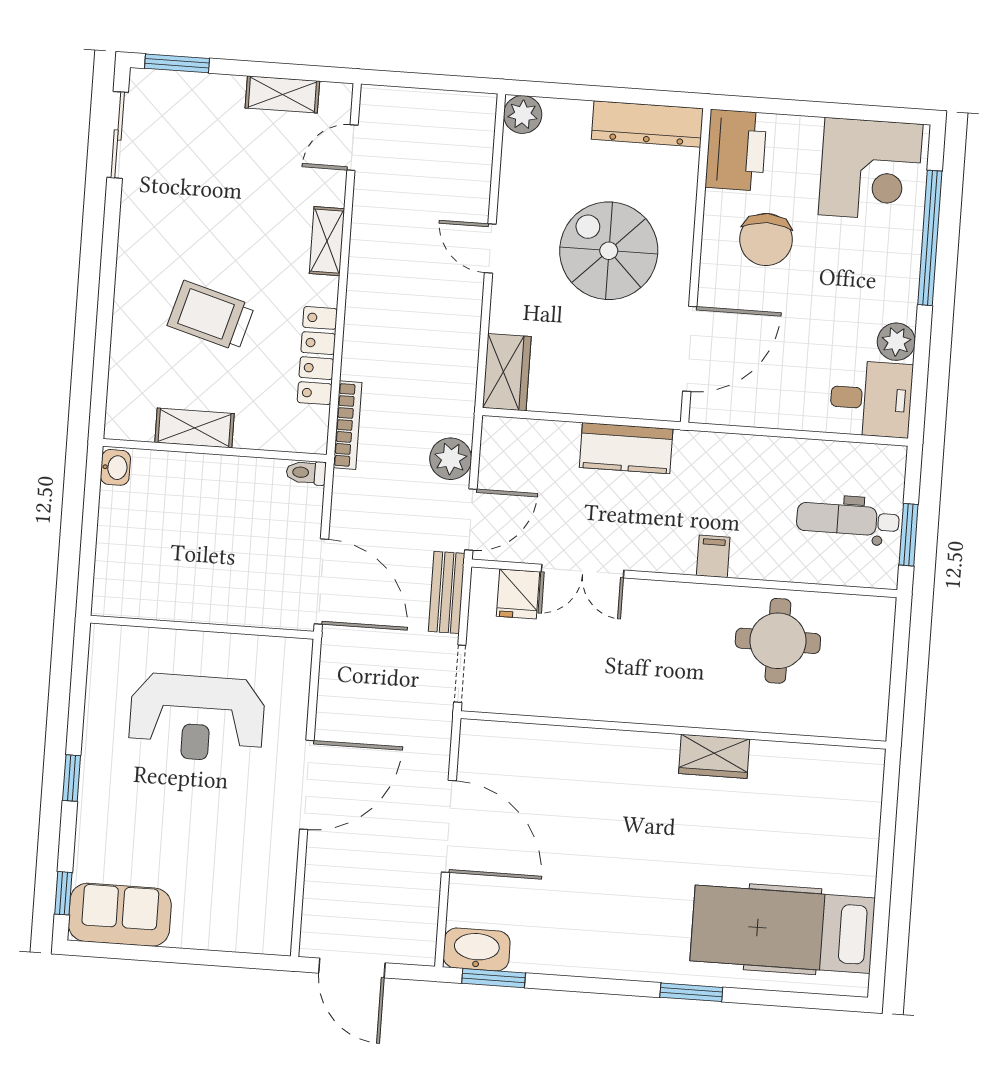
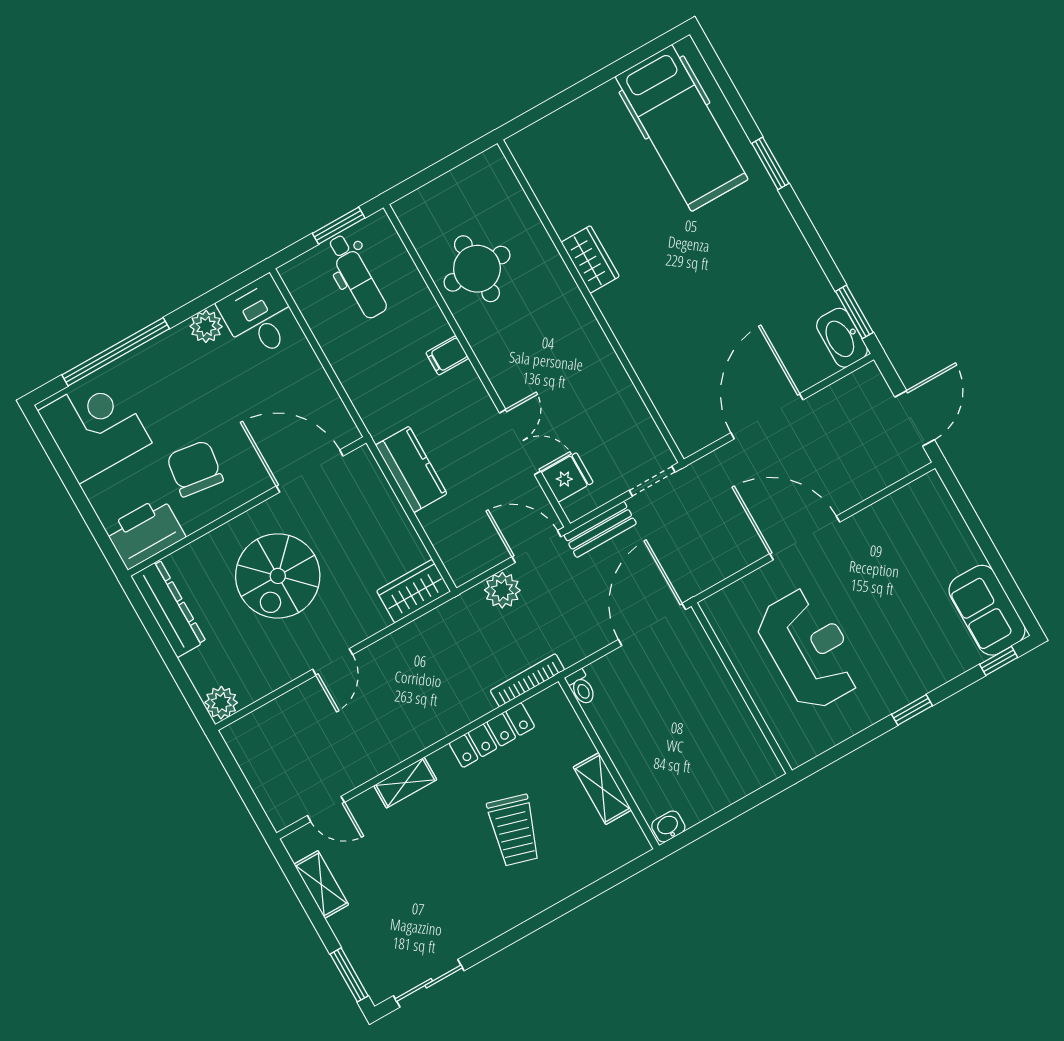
chair: (766, 239) -> (195, 469), turned -82

